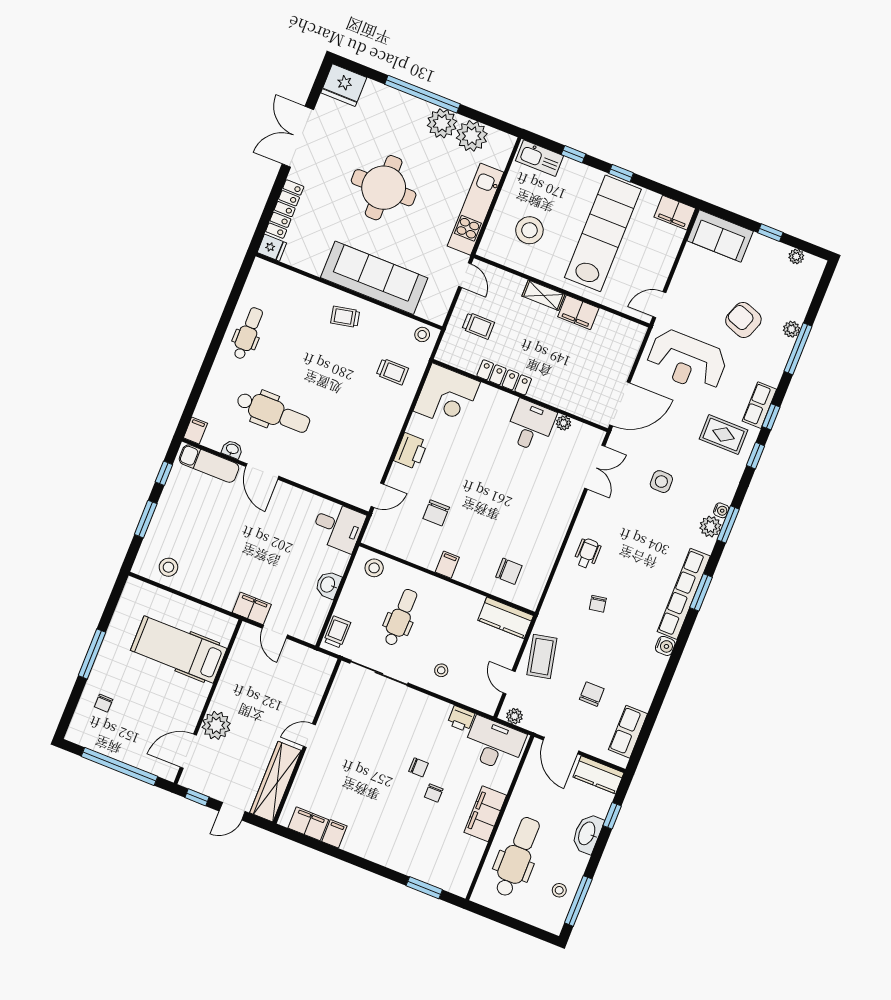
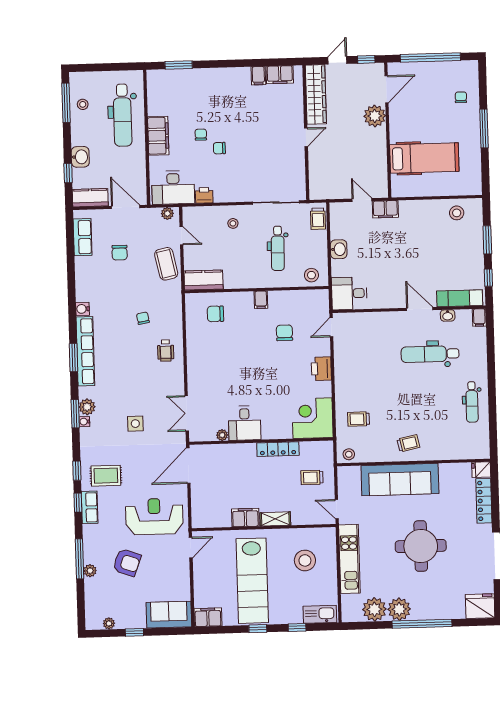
washbasin: (587, 834) -> (80, 157), width x0.72

